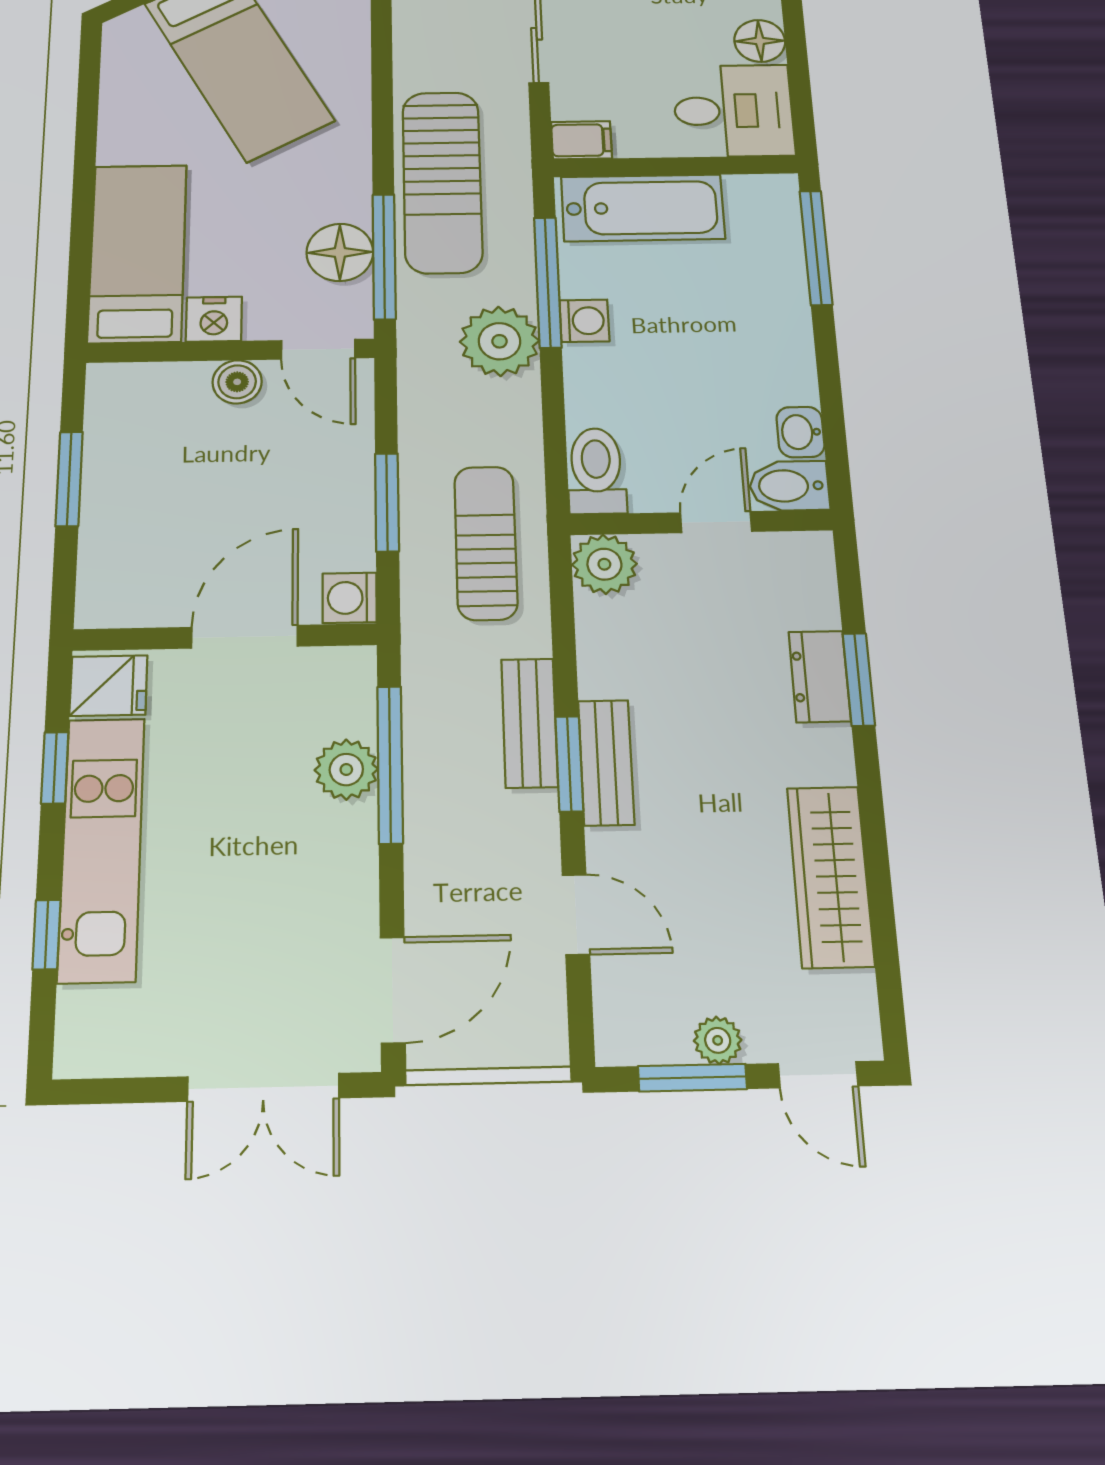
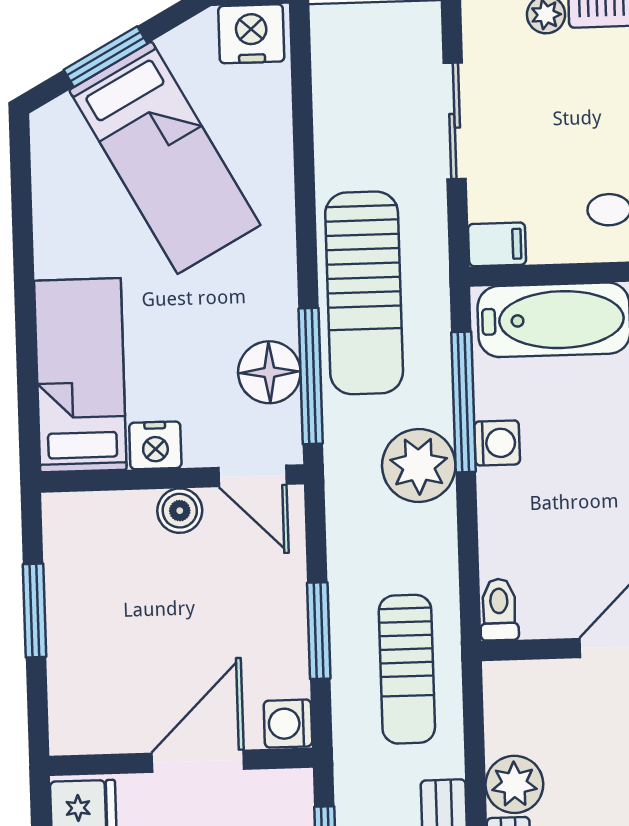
toilet: (596, 471) -> (499, 610), width x0.73, depth x0.72
sun lounger: (486, 543) -> (407, 669), turned 180
plant: (604, 564) -> (514, 784), moved

